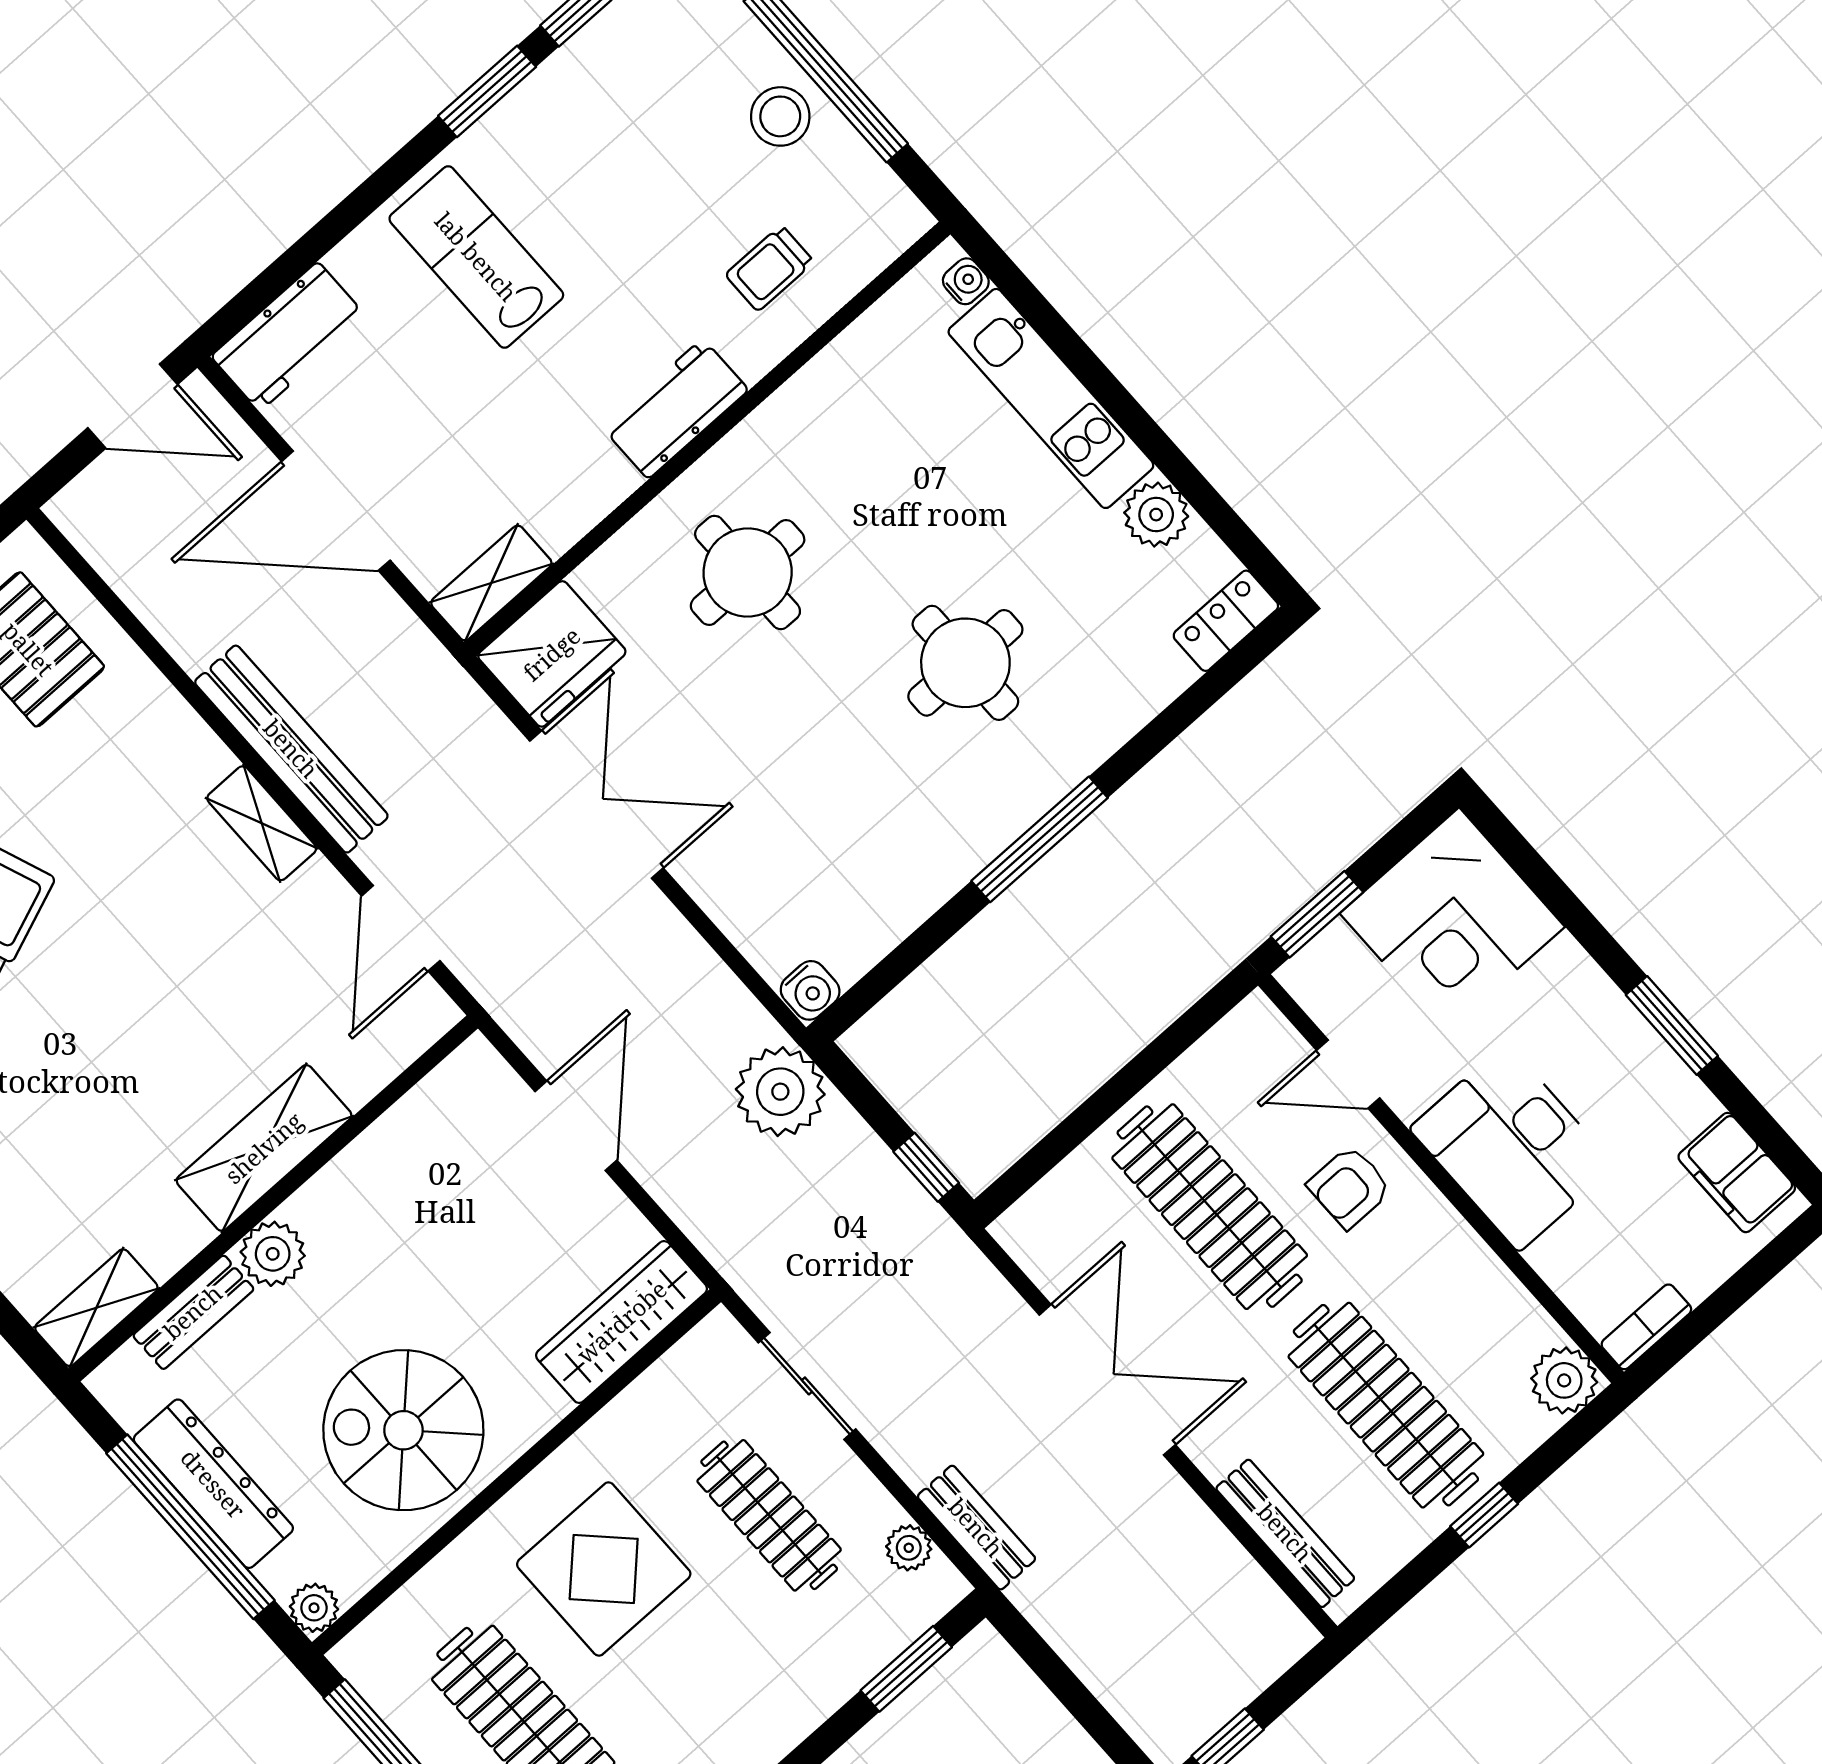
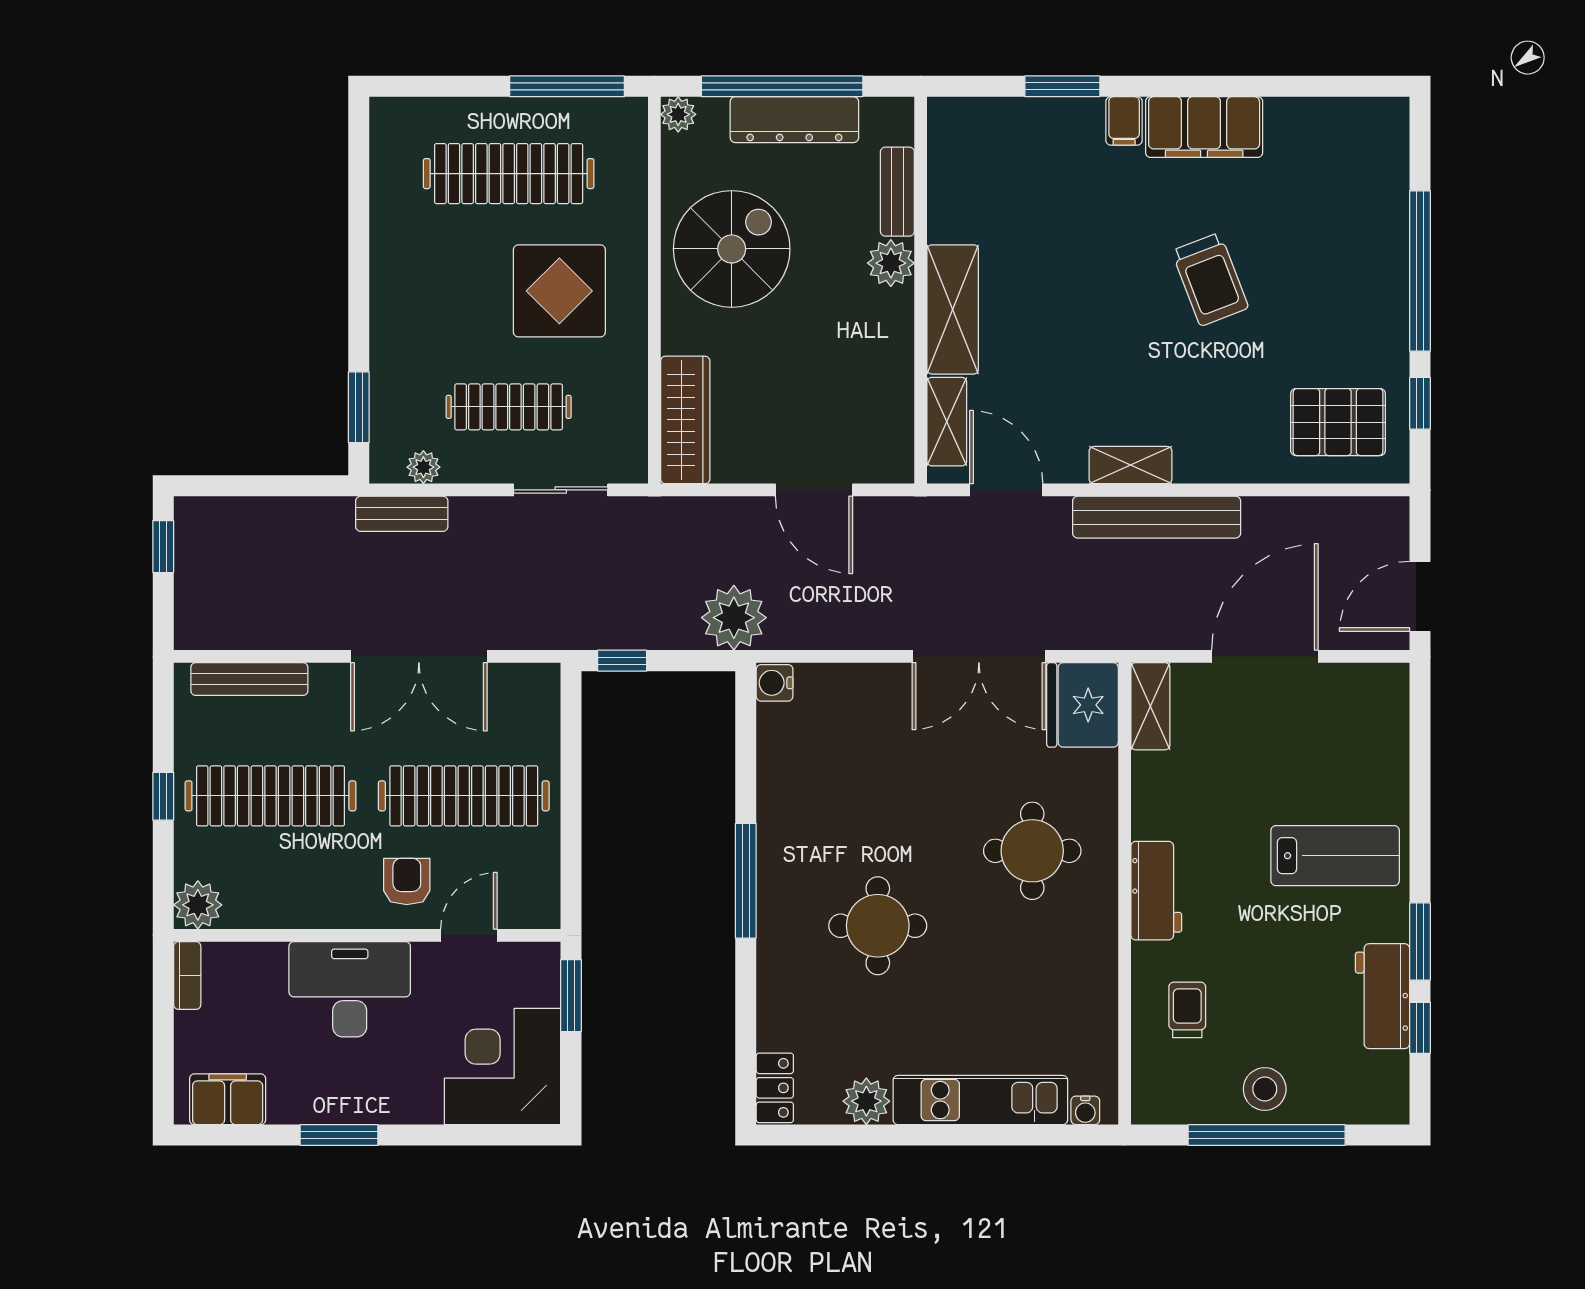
workbench: (289, 336) -> (1383, 996), moved
shelving: (96, 1308) -> (947, 422), moved

